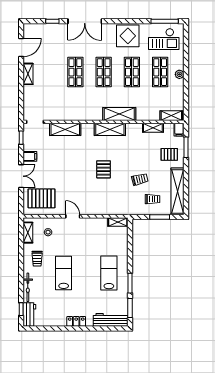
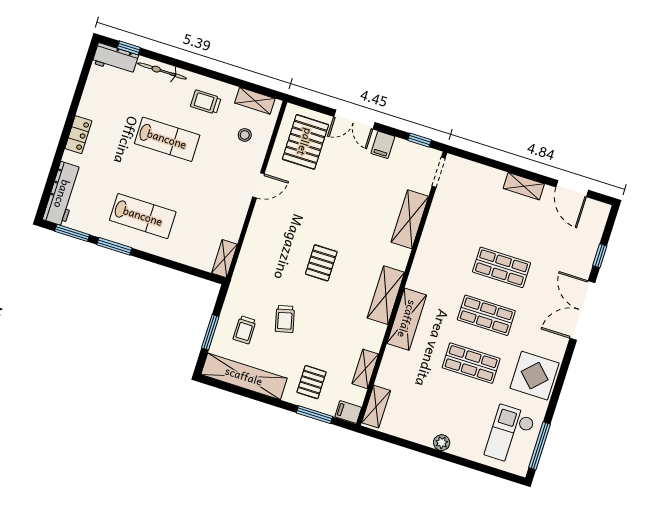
shop shelf: (160, 72) -> (456, 411), removed
pallet: (104, 169) -> (321, 263), turned 90

